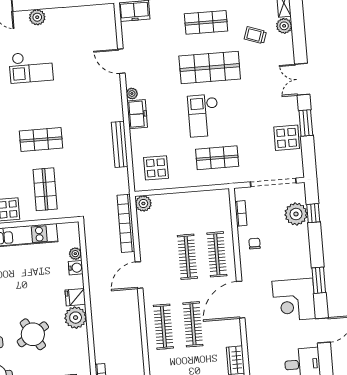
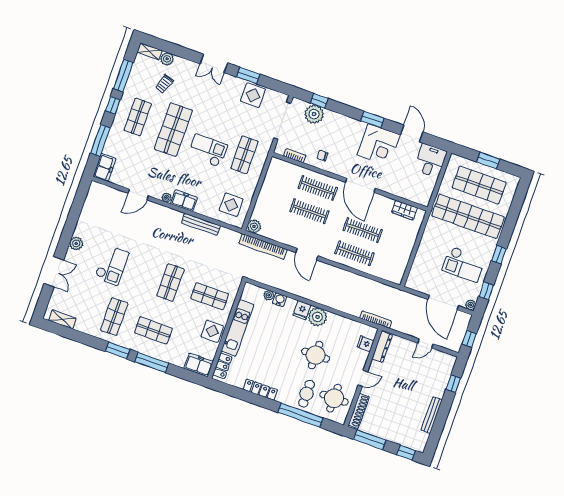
checkout: (204, 116) -> (208, 151), turned 180
round table: (33, 334) -> (316, 355), turned 31

